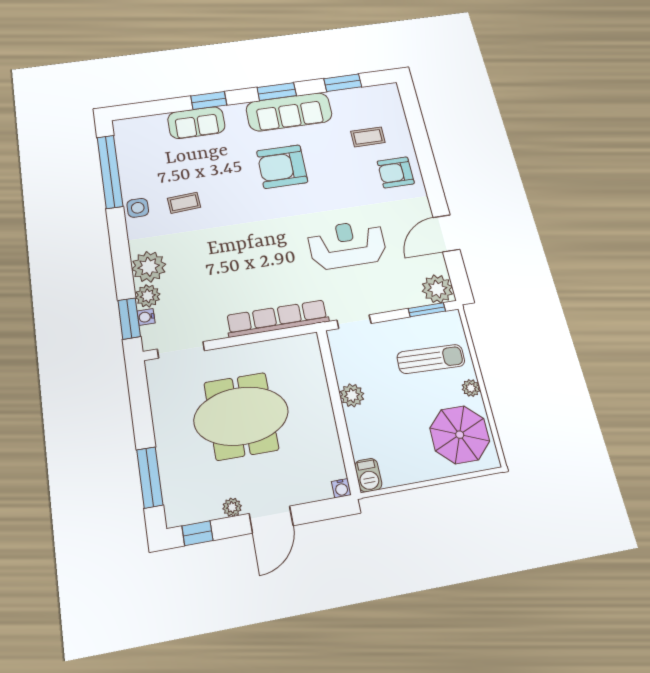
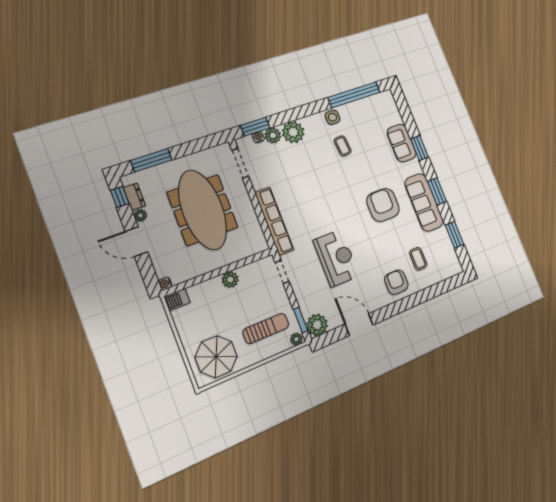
sun lounger: (431, 359) -> (266, 328), turned -92
plant: (471, 388) -> (296, 339), moved
meeting table: (241, 416) -> (203, 210), width x1.36
dresser: (201, 511) -> (134, 197), added

